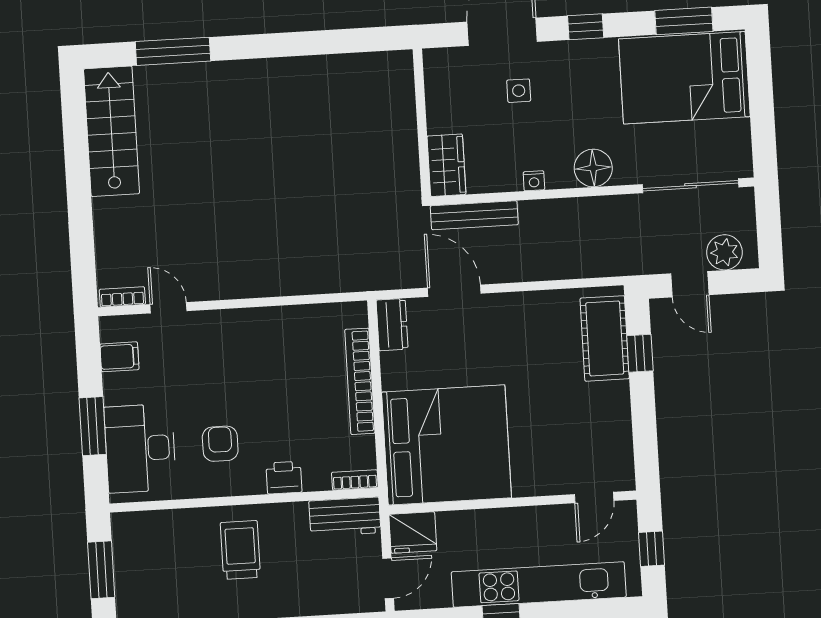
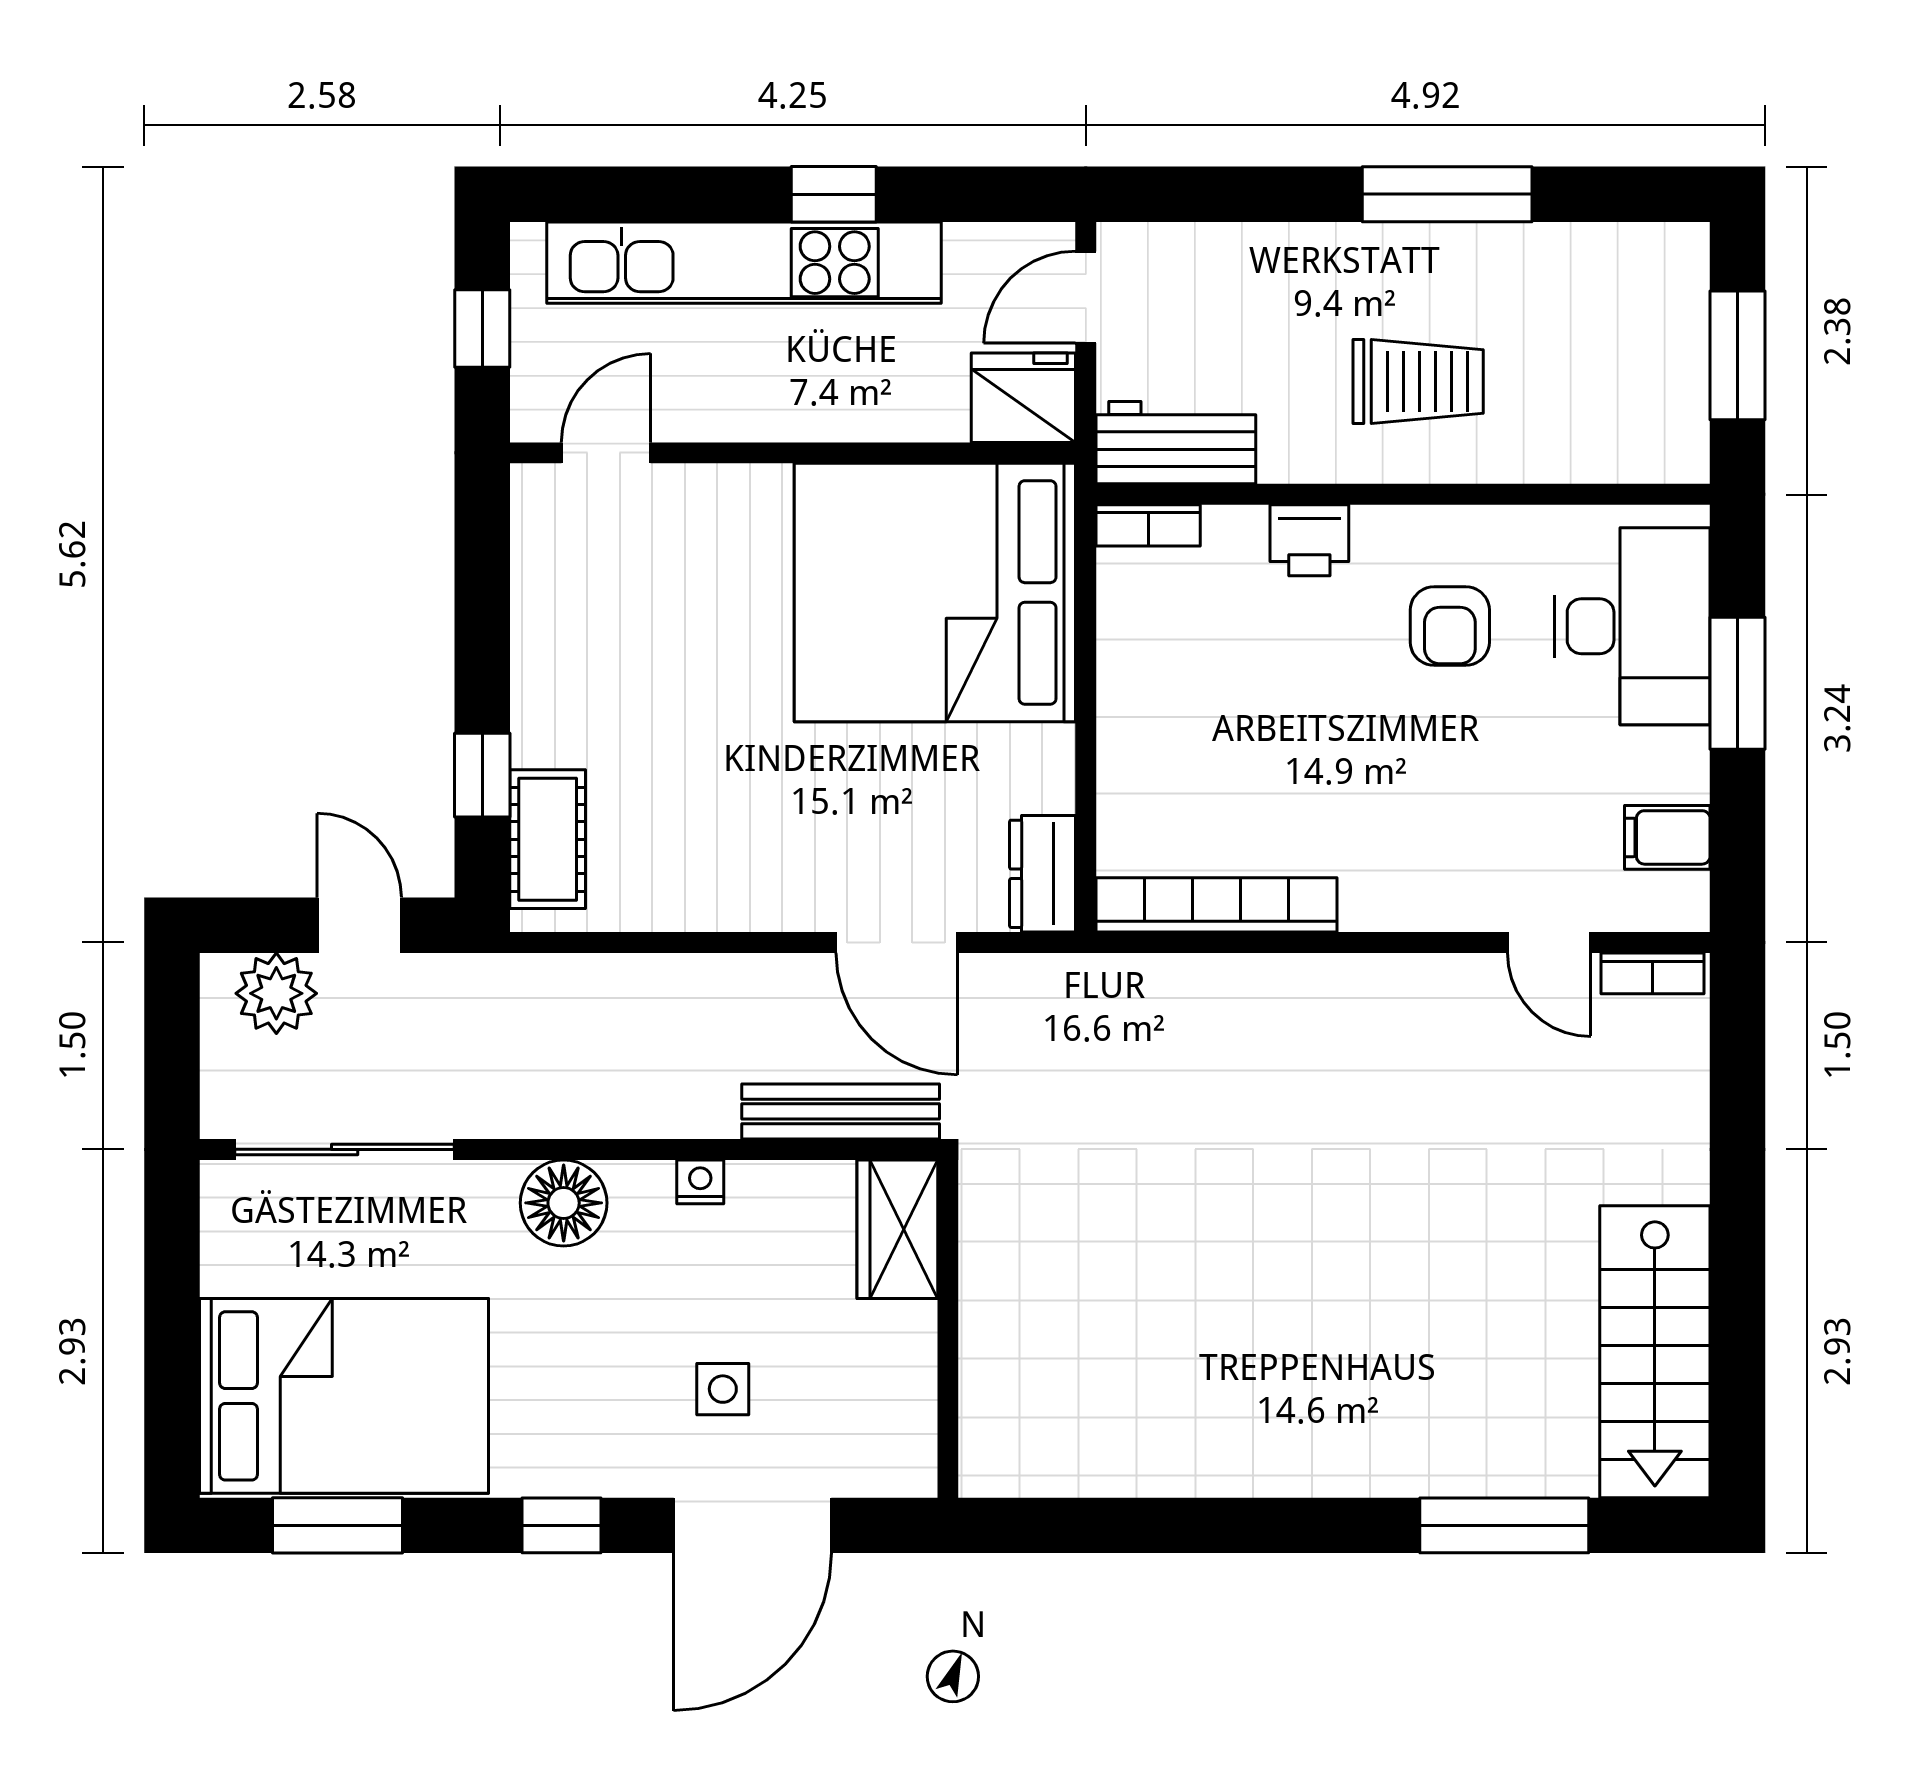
cot: (605, 338) -> (548, 839), width x0.73, depth x0.75
bookcase: (360, 381) -> (1217, 905), moved, turned -90
trolley: (240, 550) -> (1418, 382), turned -90

